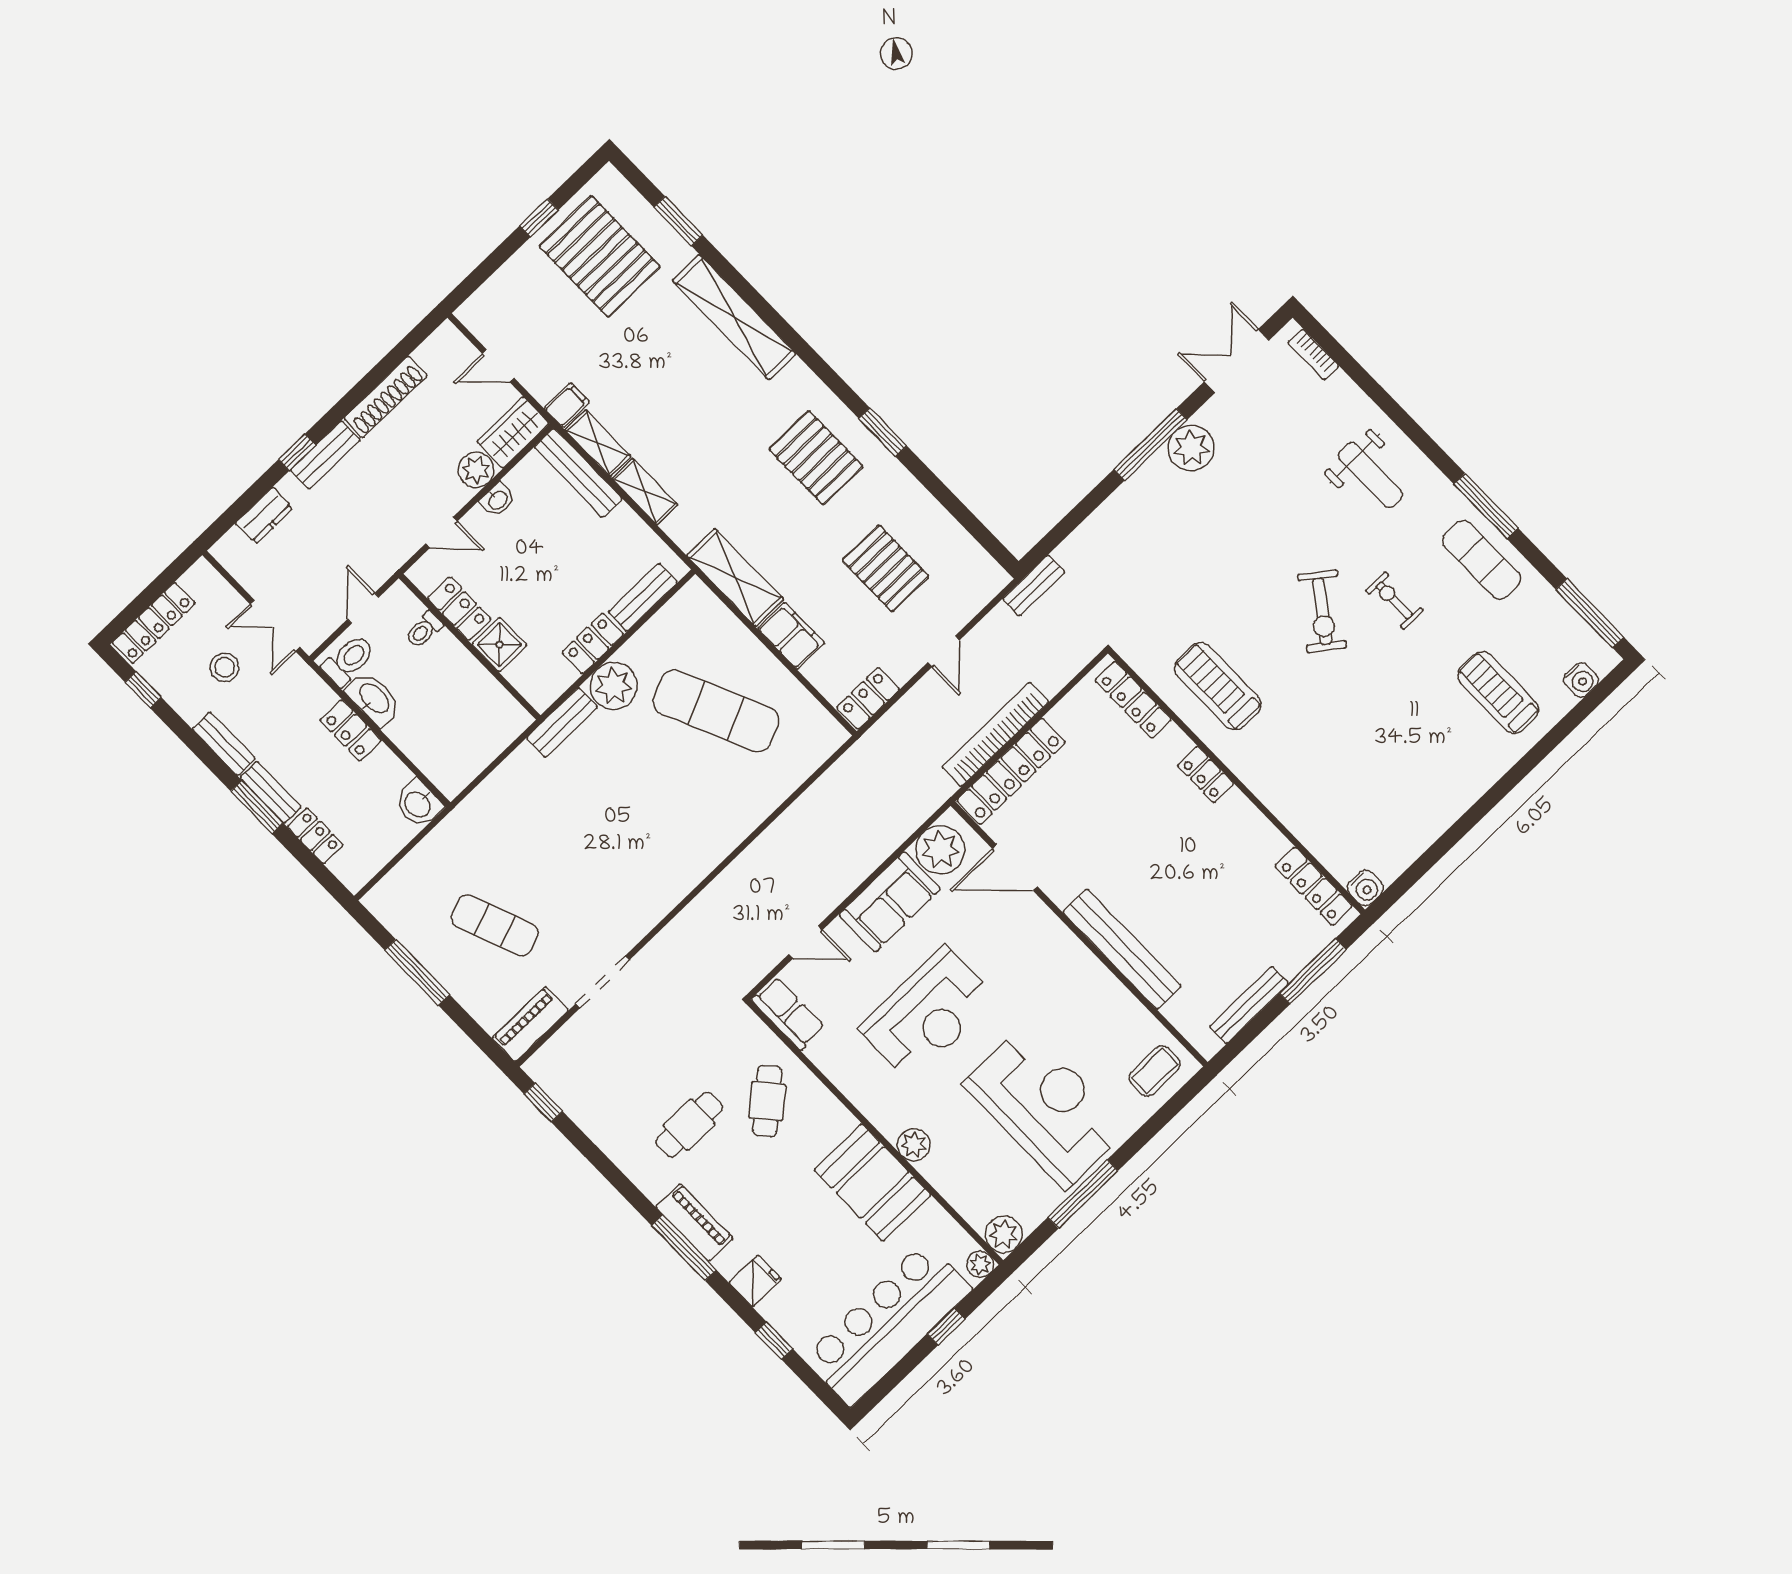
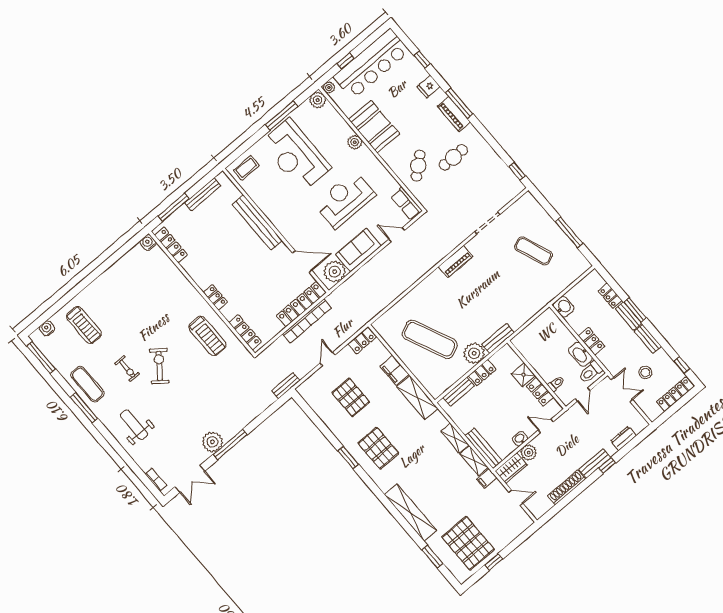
piano: (530, 1024) -> (456, 262), moved

